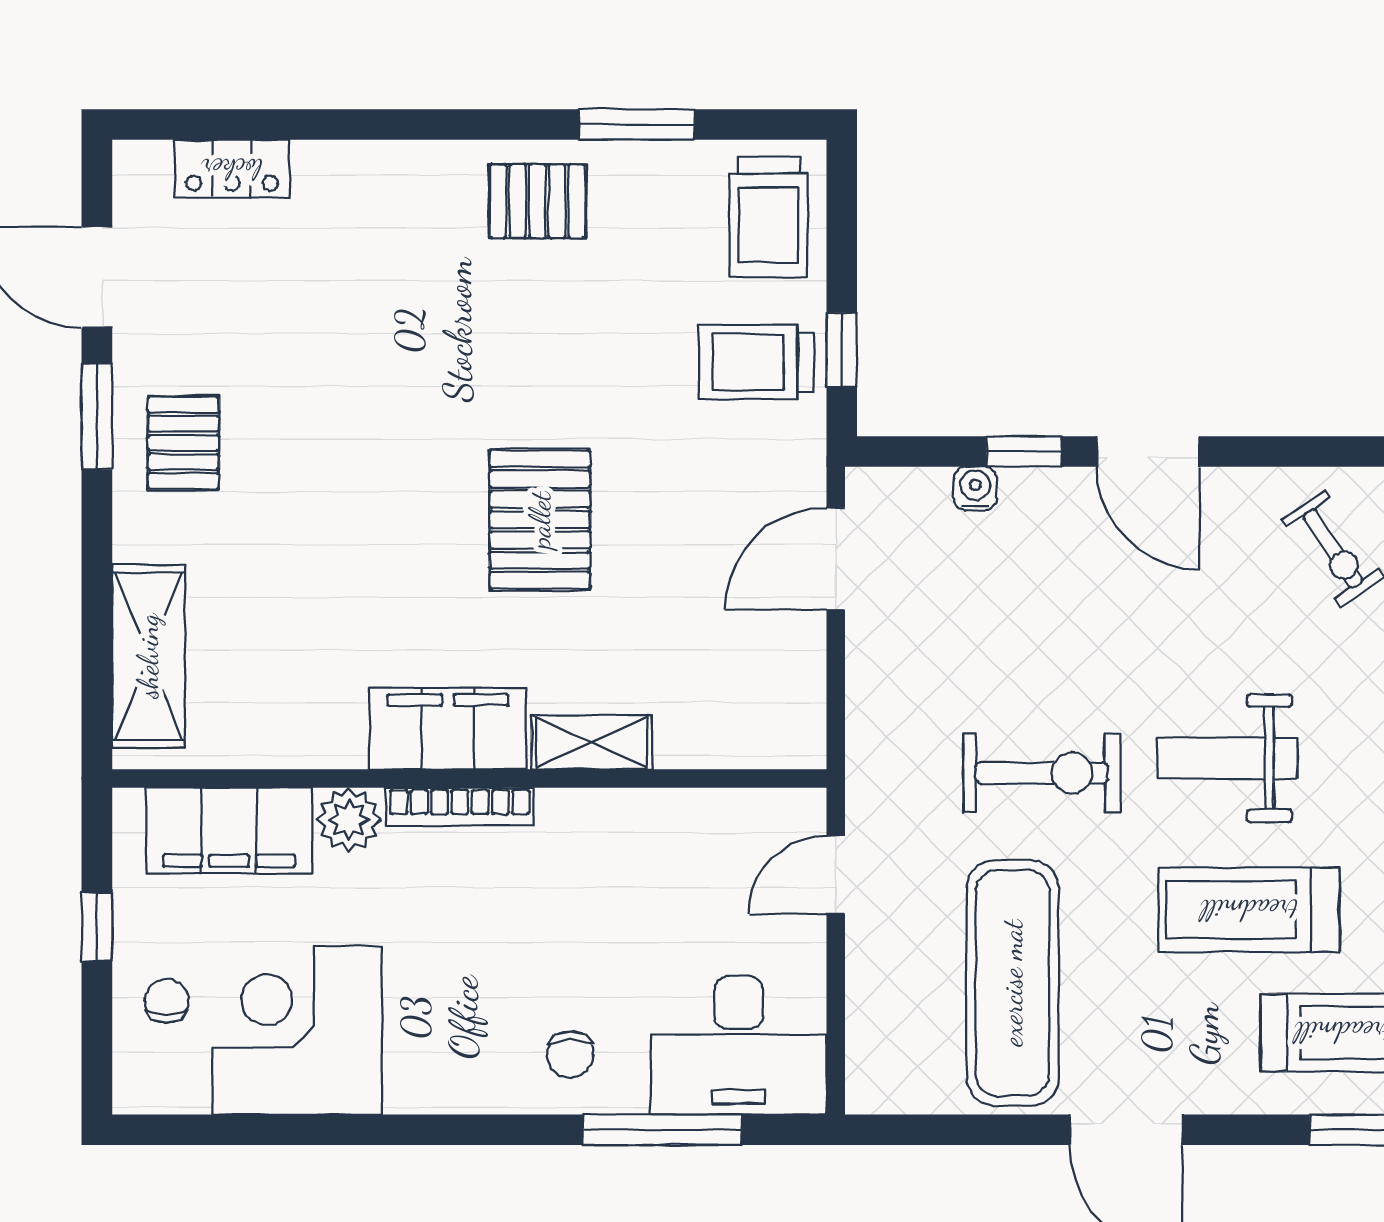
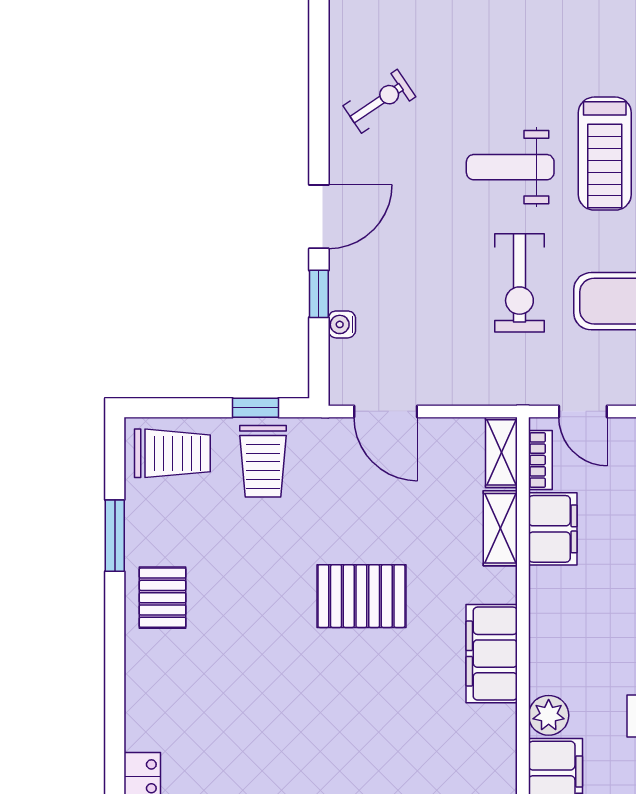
shelving: (592, 742) -> (500, 528), moved
shelving: (770, 744) -> (501, 452), added
weight bench: (1227, 758) -> (510, 167), turned 90
exercise bike: (1042, 773) -> (519, 283), turned 180
bookcase: (460, 807) -> (540, 460), moved, width x0.64
filing cabinet: (648, 826) -> (553, 529), added

